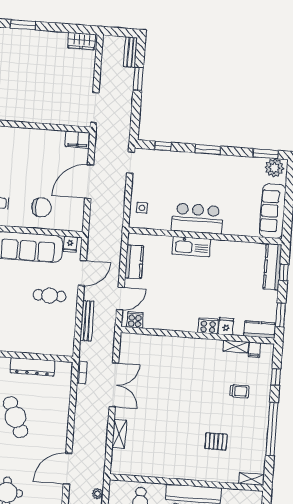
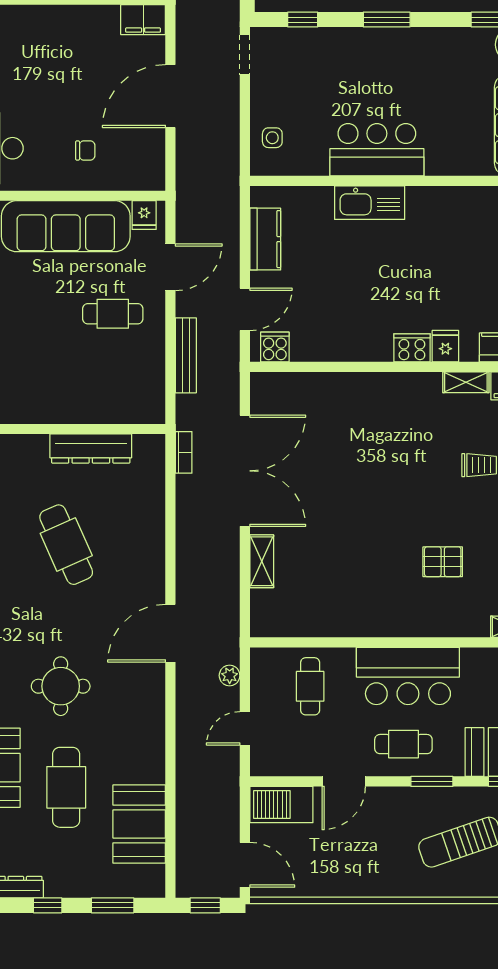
chair: (41, 207) -> (85, 150), width x0.54, depth x0.54
double door: (114, 385) -> (245, 471), width x1.36

